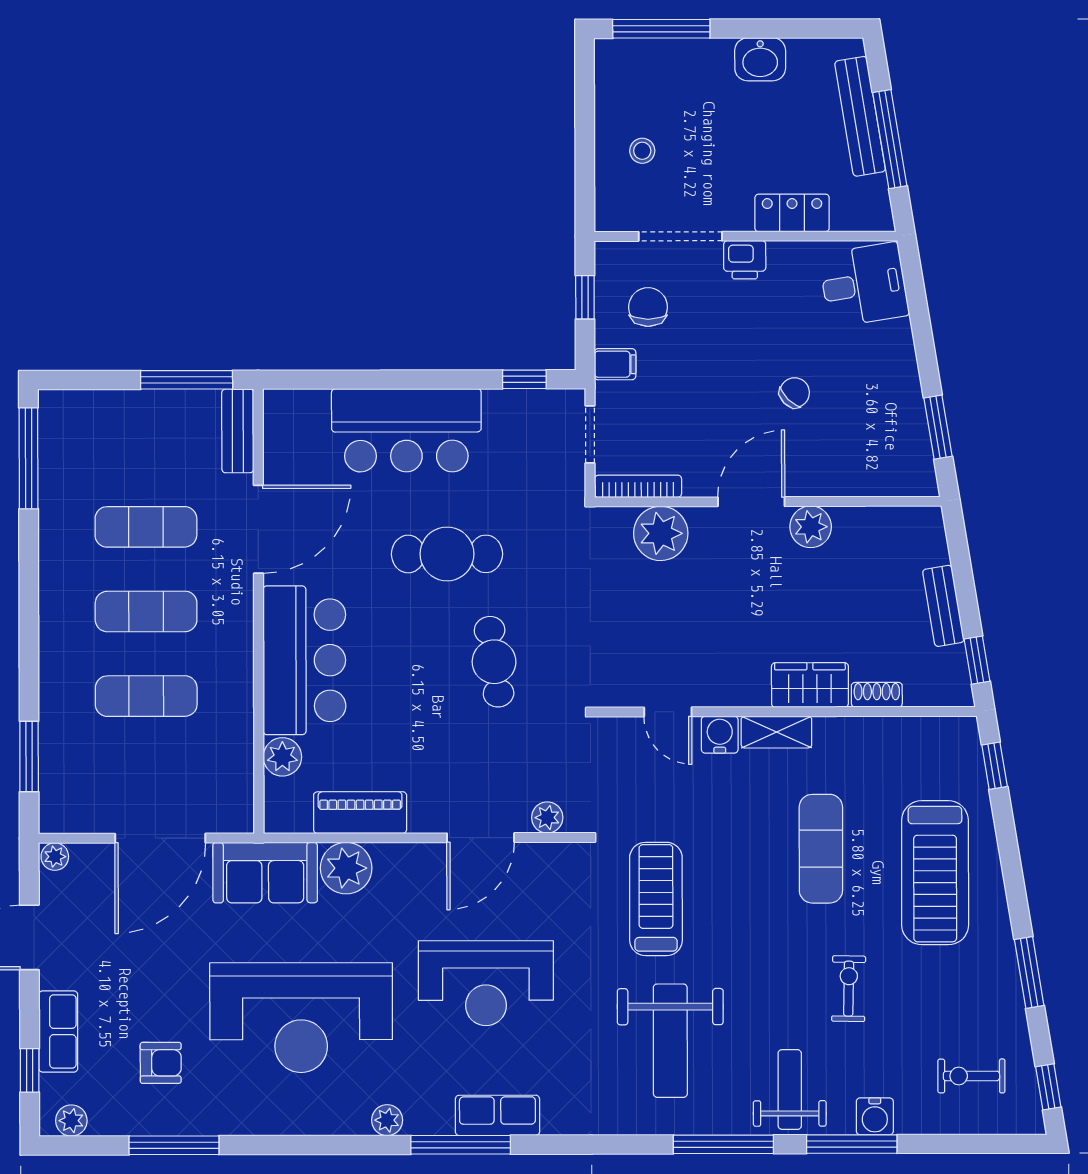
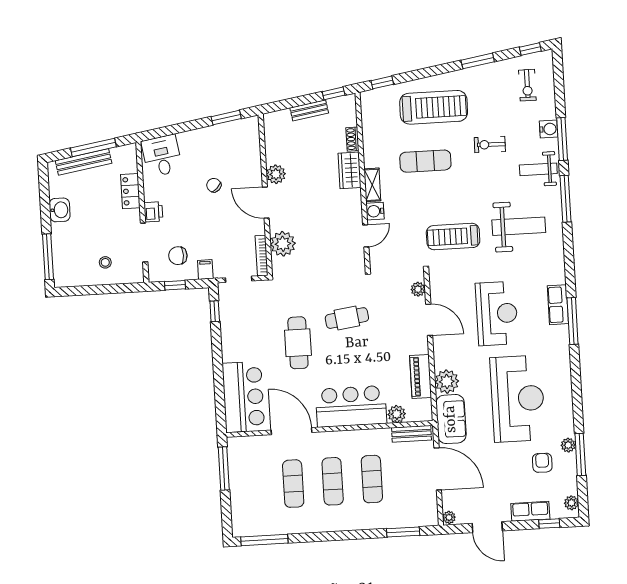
bar counter: (406, 430) -> (243, 397), moved
bench: (238, 431) -> (412, 434), moved
plant: (387, 1120) -> (568, 445), moved

